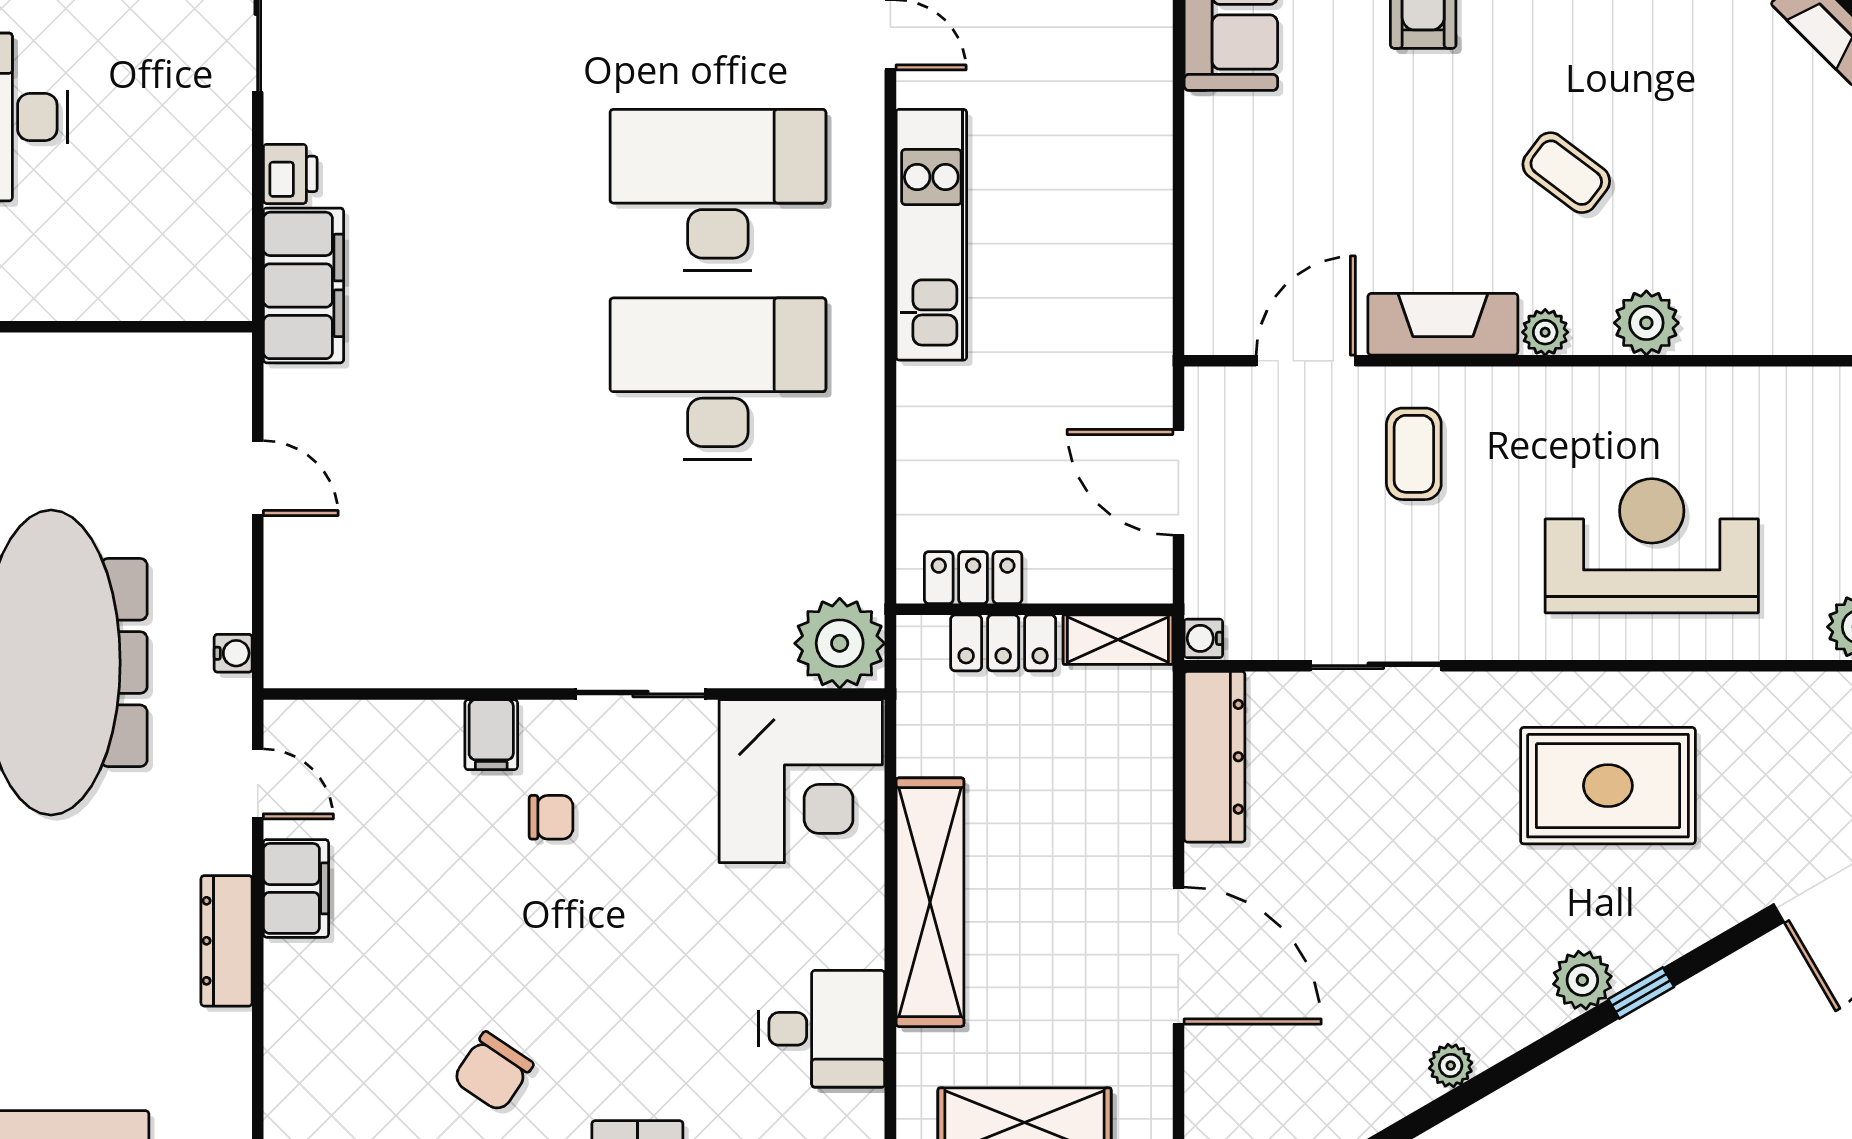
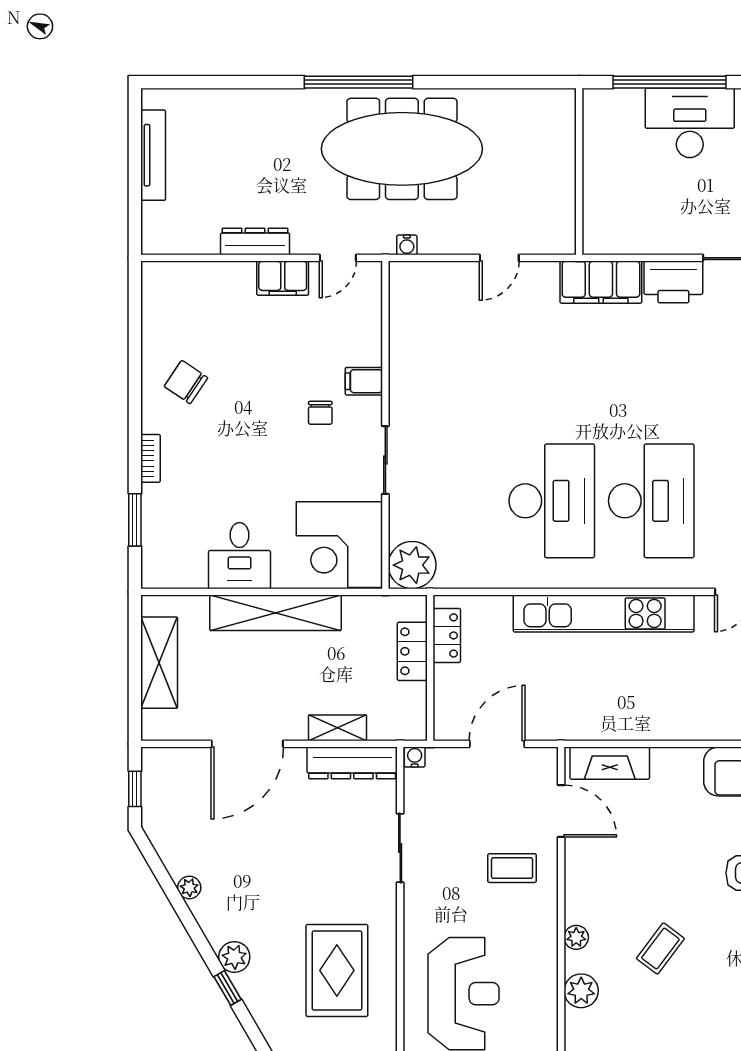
printer: (290, 174) -> (673, 282), width x1.87, depth x1.48
kitchen unit: (931, 235) -> (604, 613), width x1.36
fireplace: (1443, 324) -> (610, 763), moved, turned 90
shelving: (1118, 640) -> (338, 728), moved, turned 90
desk: (822, 1029) -> (240, 556), moved

